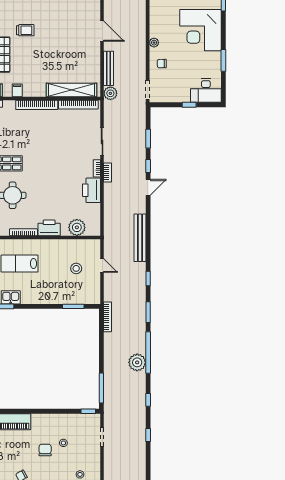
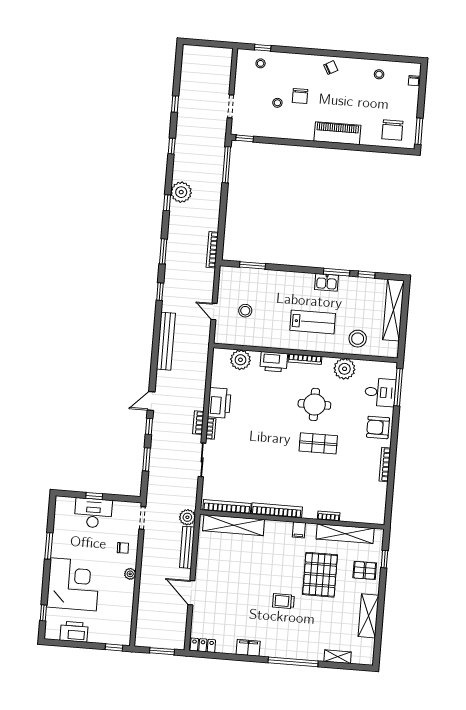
desk: (206, 91) -> (93, 513), moved
window: (148, 353) -> (167, 203), width x0.32

